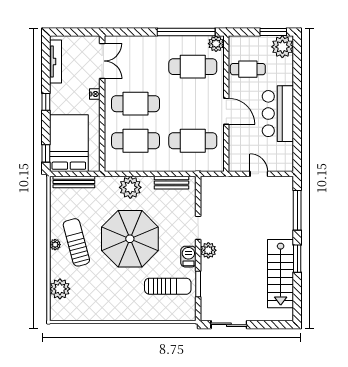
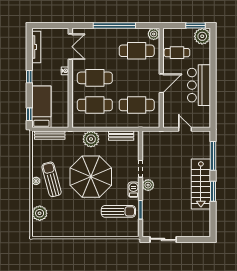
window: (186, 32) -> (114, 25), moved
door: (226, 111) -> (161, 83), hinge flipped
bed: (69, 143) -> (41, 107), width x0.67
stairs: (281, 274) -> (201, 184), moved

